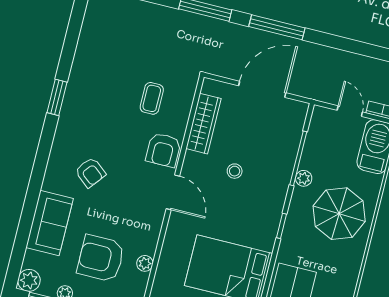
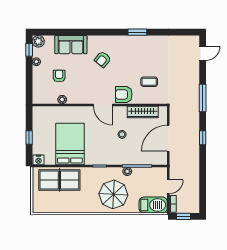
window: (277, 27) -> (203, 138), width x0.46
door: (262, 89) -> (168, 138), swing flipped
door: (173, 192) -> (103, 105), hinge flipped
armchair: (101, 258) -> (59, 76), width x0.53, depth x0.53

